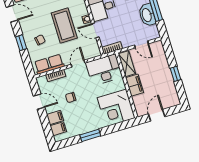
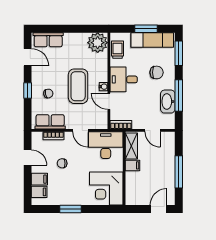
door: (78, 64) -> (80, 130), swing flipped
window: (175, 74) -> (179, 172), width x2.17
filing cabinet: (135, 85) -> (133, 165), width x0.50
door: (157, 115) -> (159, 209), moved

